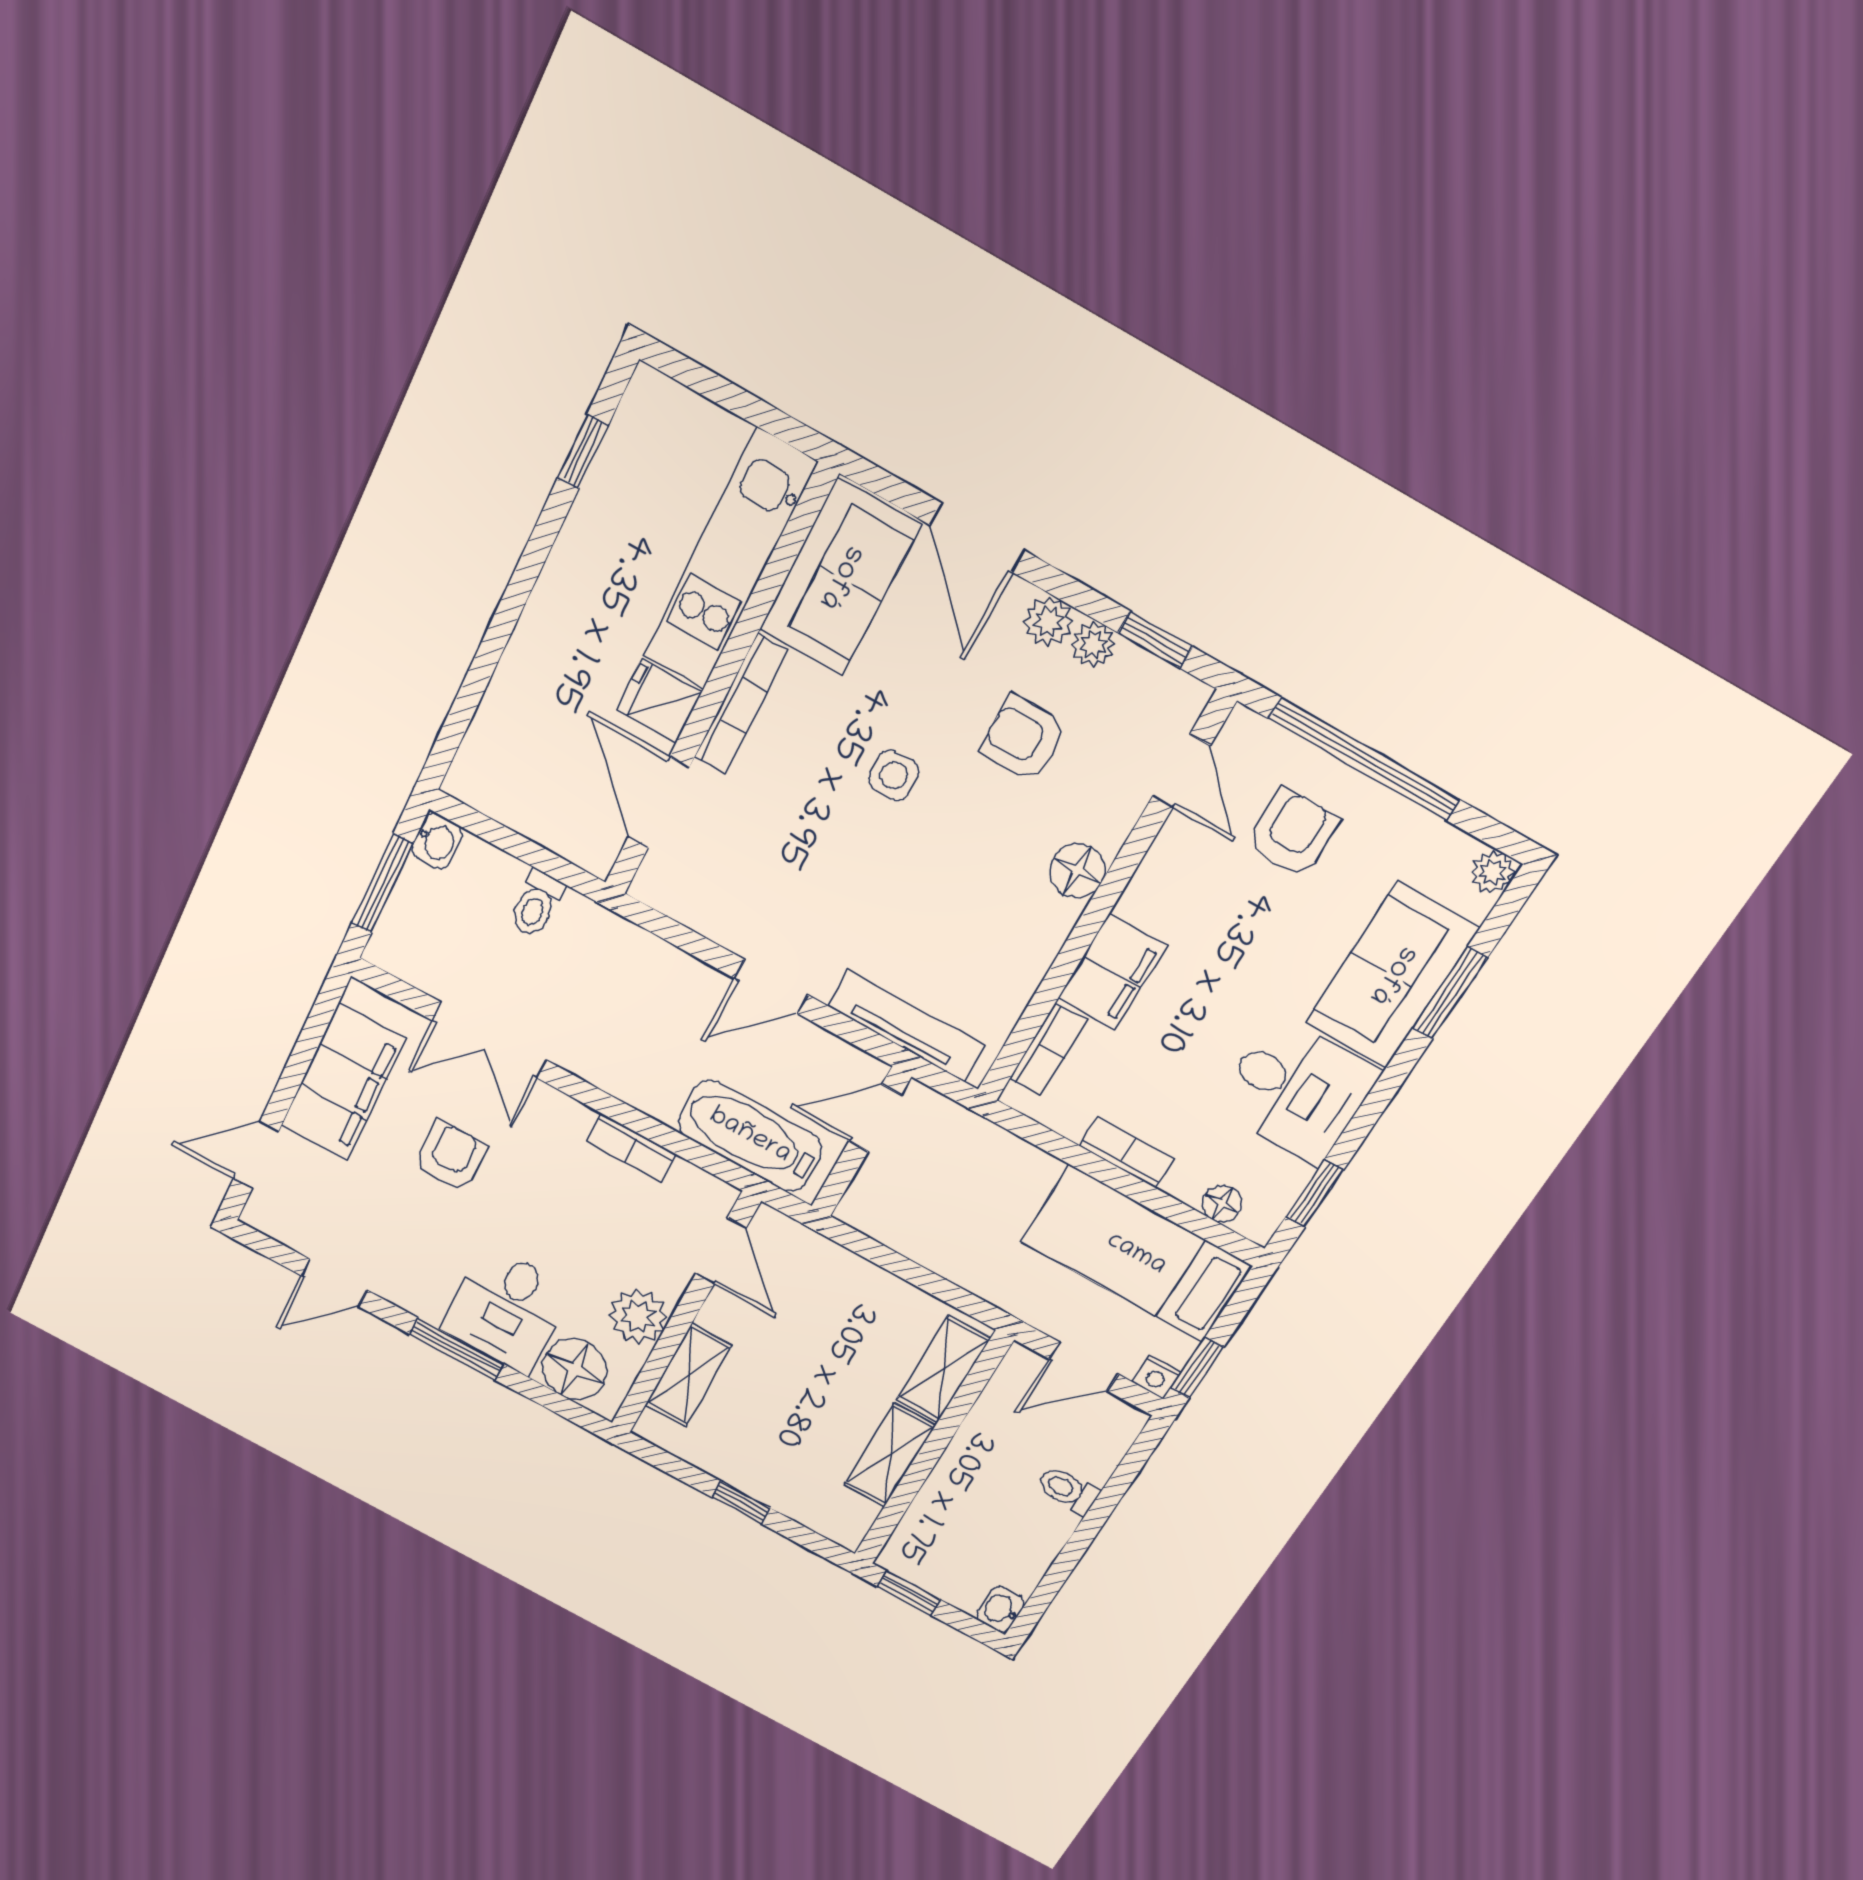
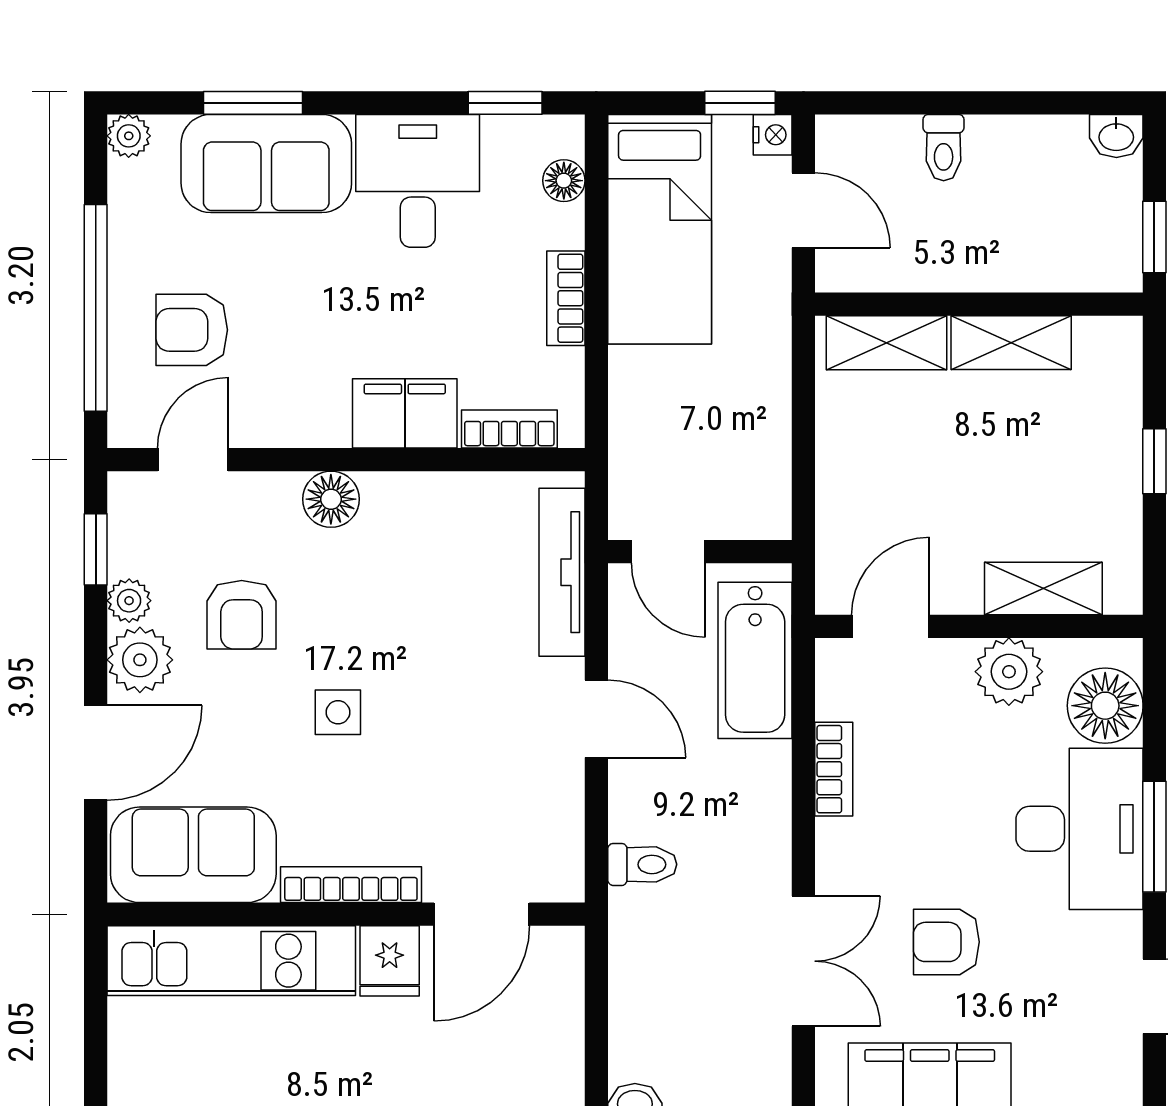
plant: (1048, 621) -> (140, 660), width x1.38, depth x1.38
toilet: (536, 904) -> (642, 864), moved
desk: (507, 1309) -> (1080, 829), width x1.37

